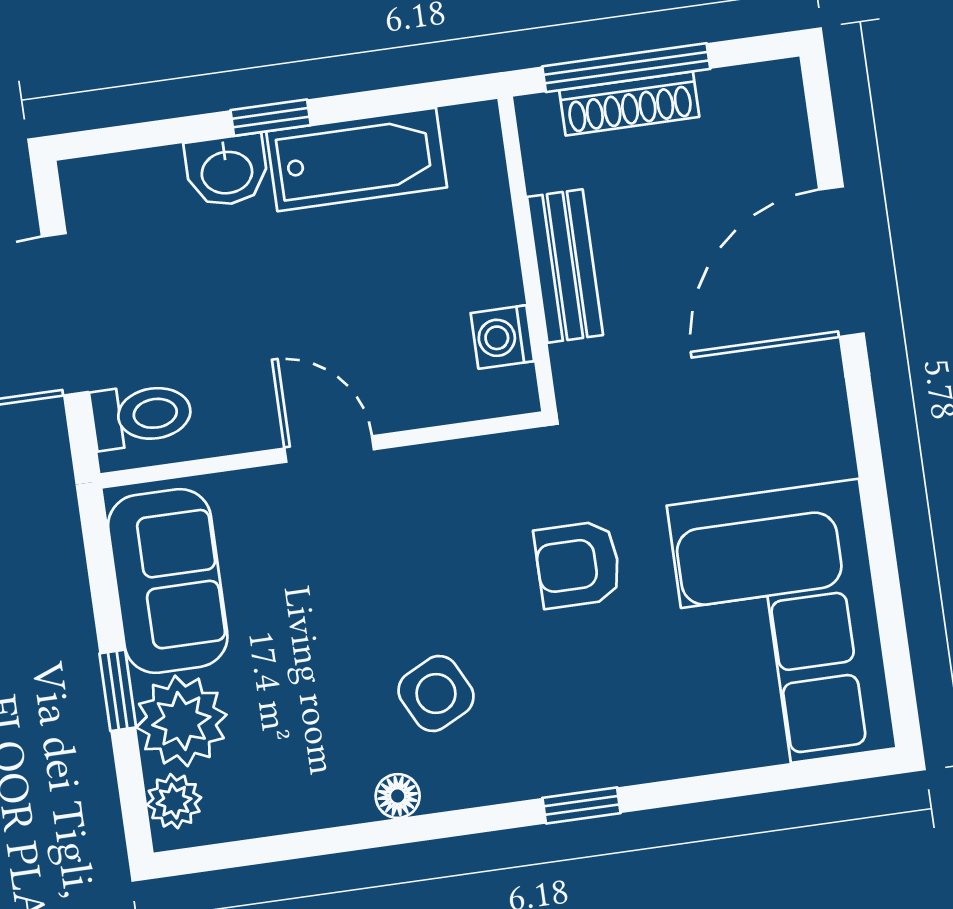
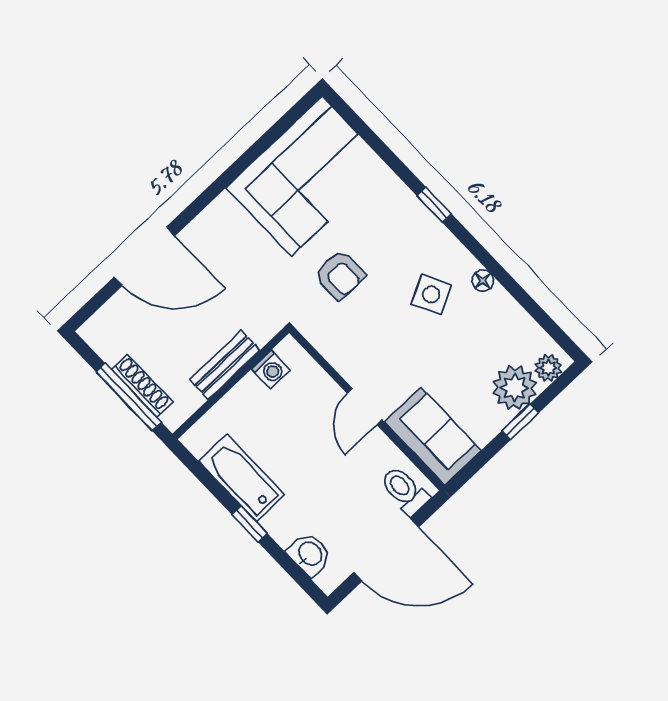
washbasin: (227, 171) -> (310, 554), moved
sofa: (168, 581) -> (433, 436), moved, turned 90

